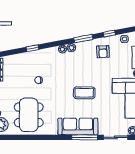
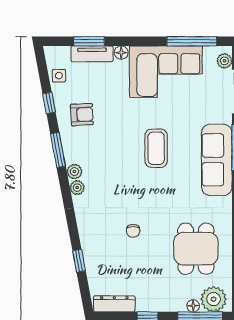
window: (33, 48) -> (79, 261), moved
dining table: (29, 115) -> (196, 249), width x0.73

